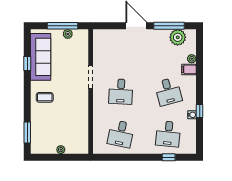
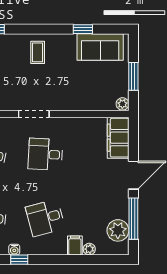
window: (63, 26) -> (133, 76), width x0.69
plant: (68, 34) -> (122, 104), moved
filing cabinet: (108, 37) -> (118, 138), added
sofa: (41, 57) -> (100, 47), width x0.73
doorway: (91, 77) -> (34, 114), moved

